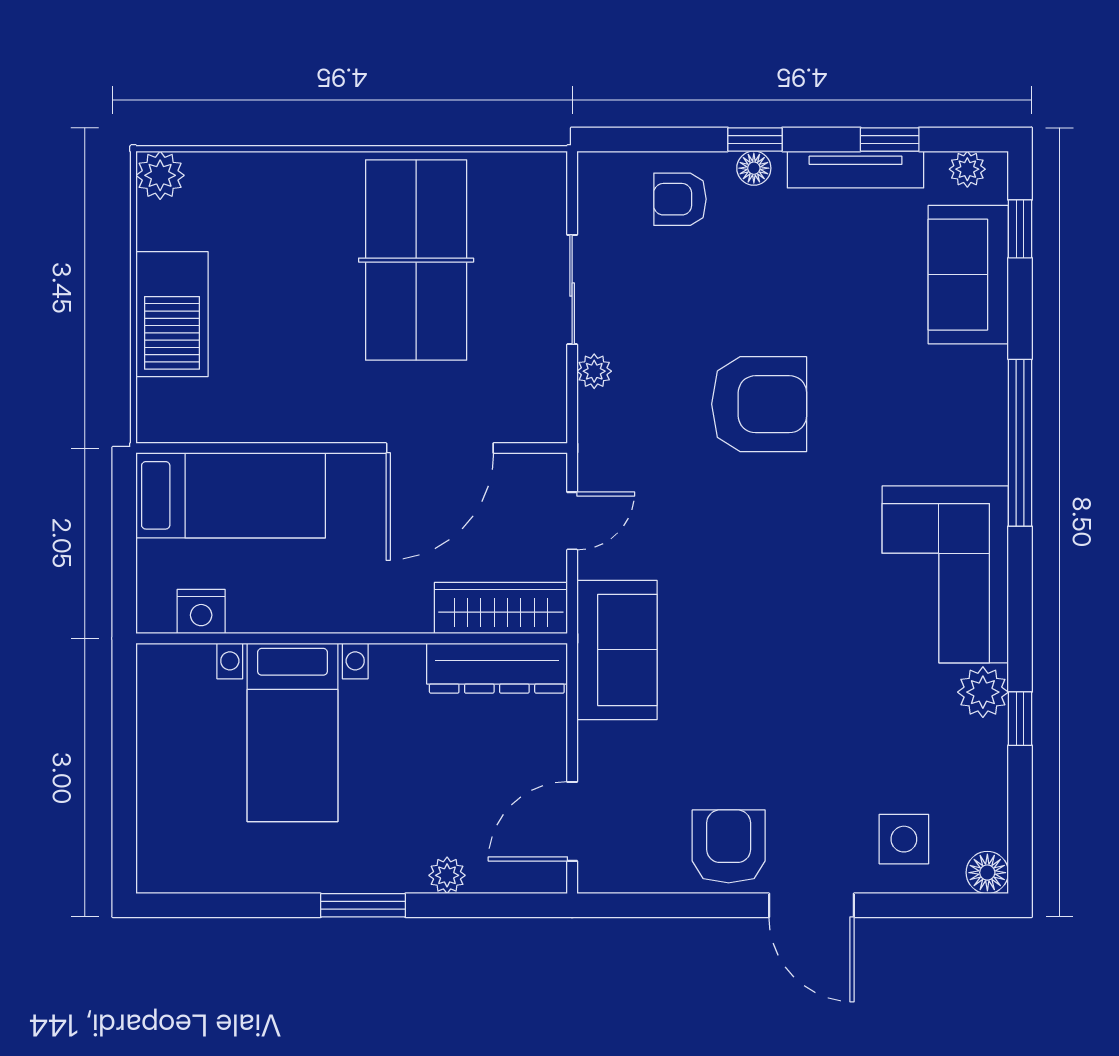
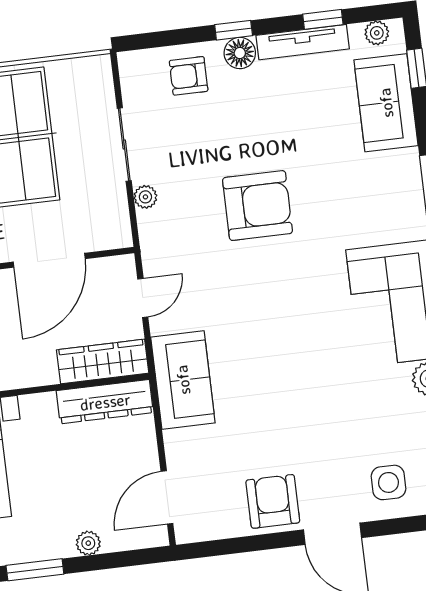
floor lamp: (754, 168) -> (240, 53), width x1.37, depth x1.37

